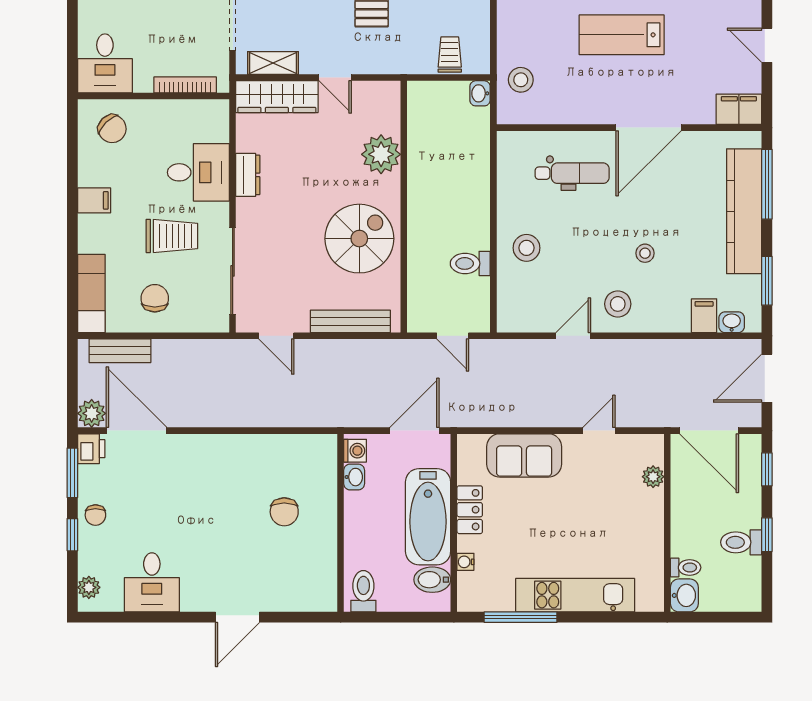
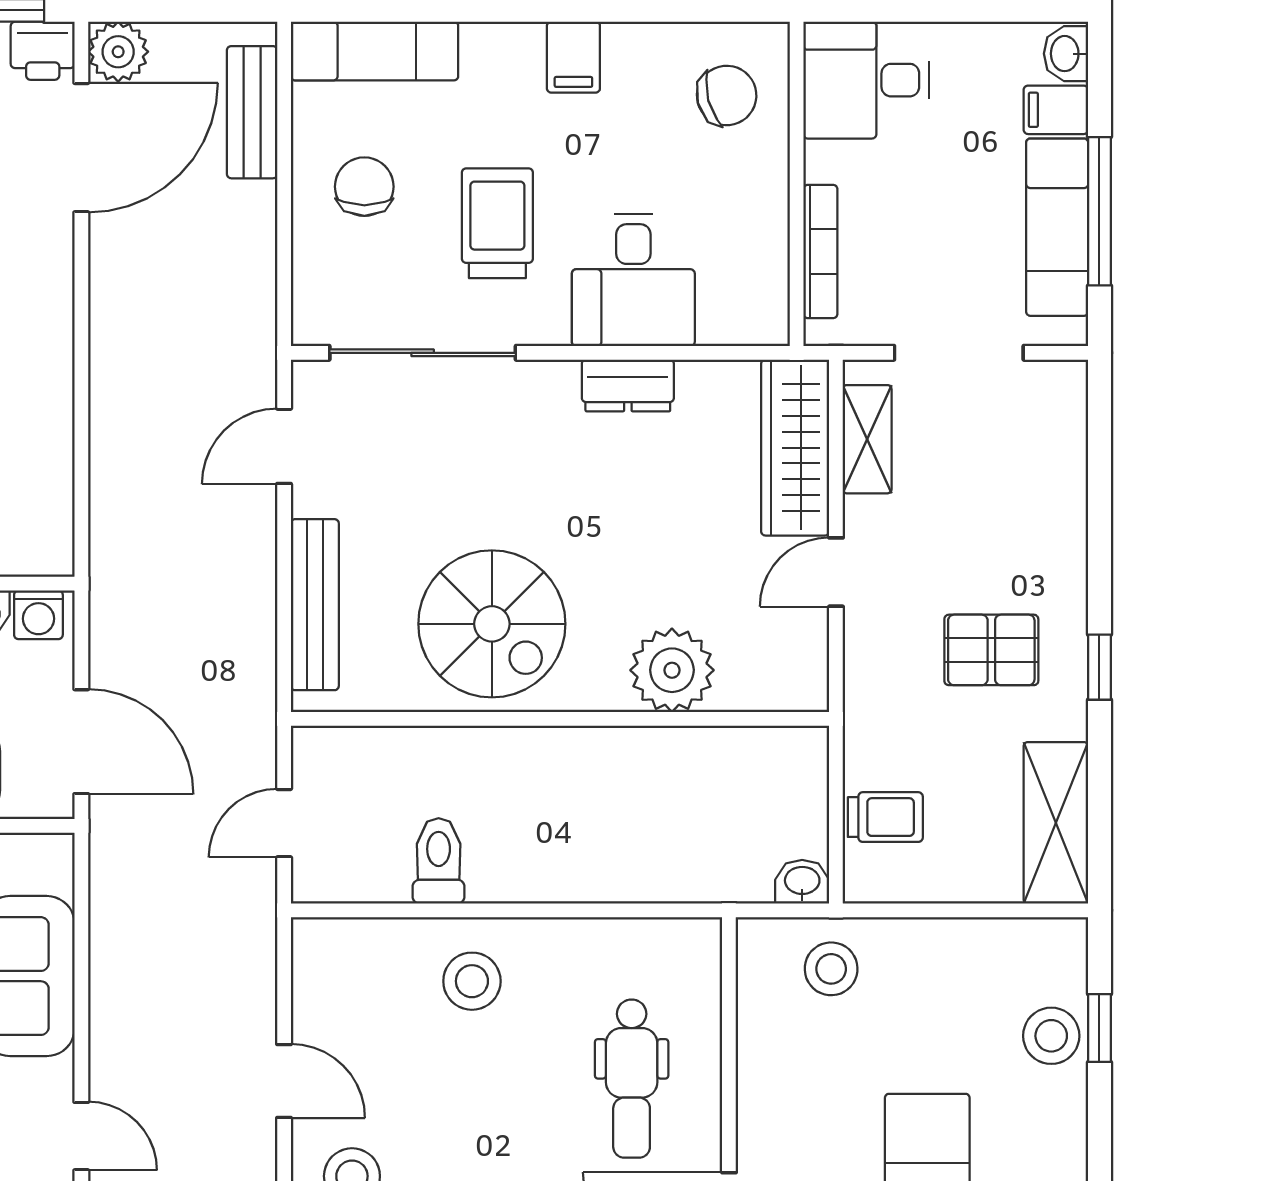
chair: (112, 129) -> (727, 96), turned -151
trolley: (172, 236) -> (497, 223), turned 180
chair: (155, 298) -> (364, 187), turned -90

